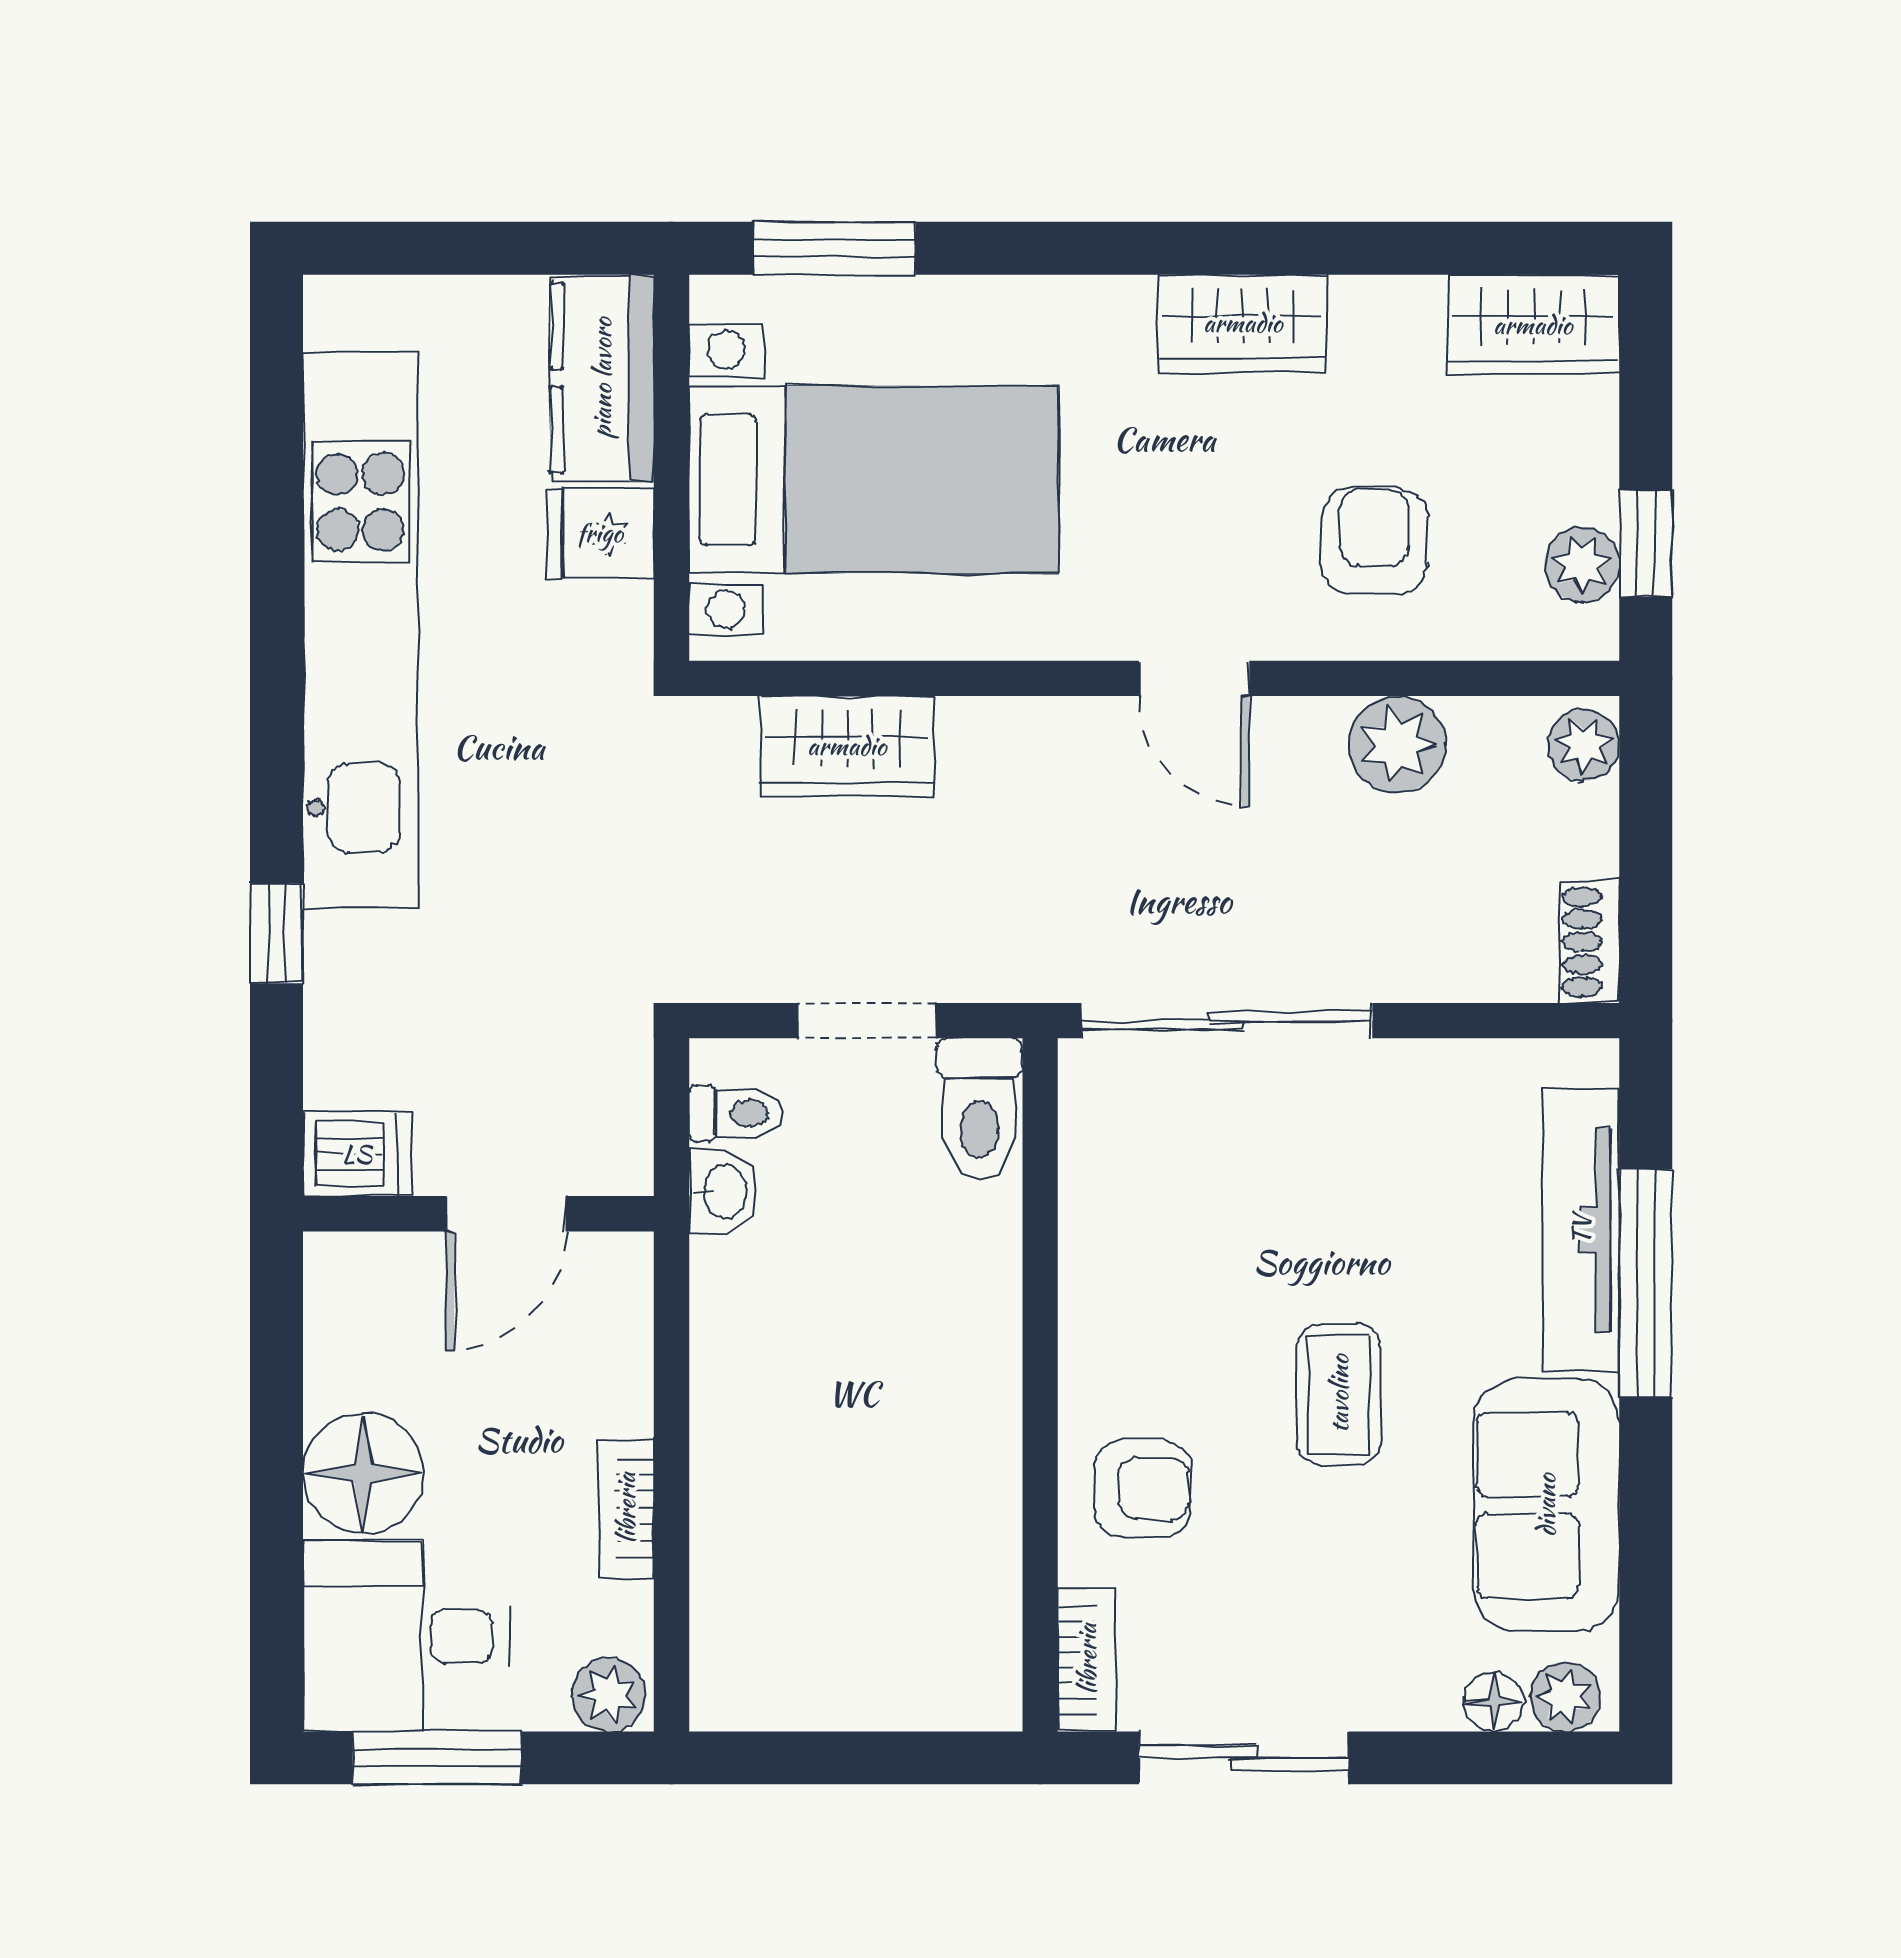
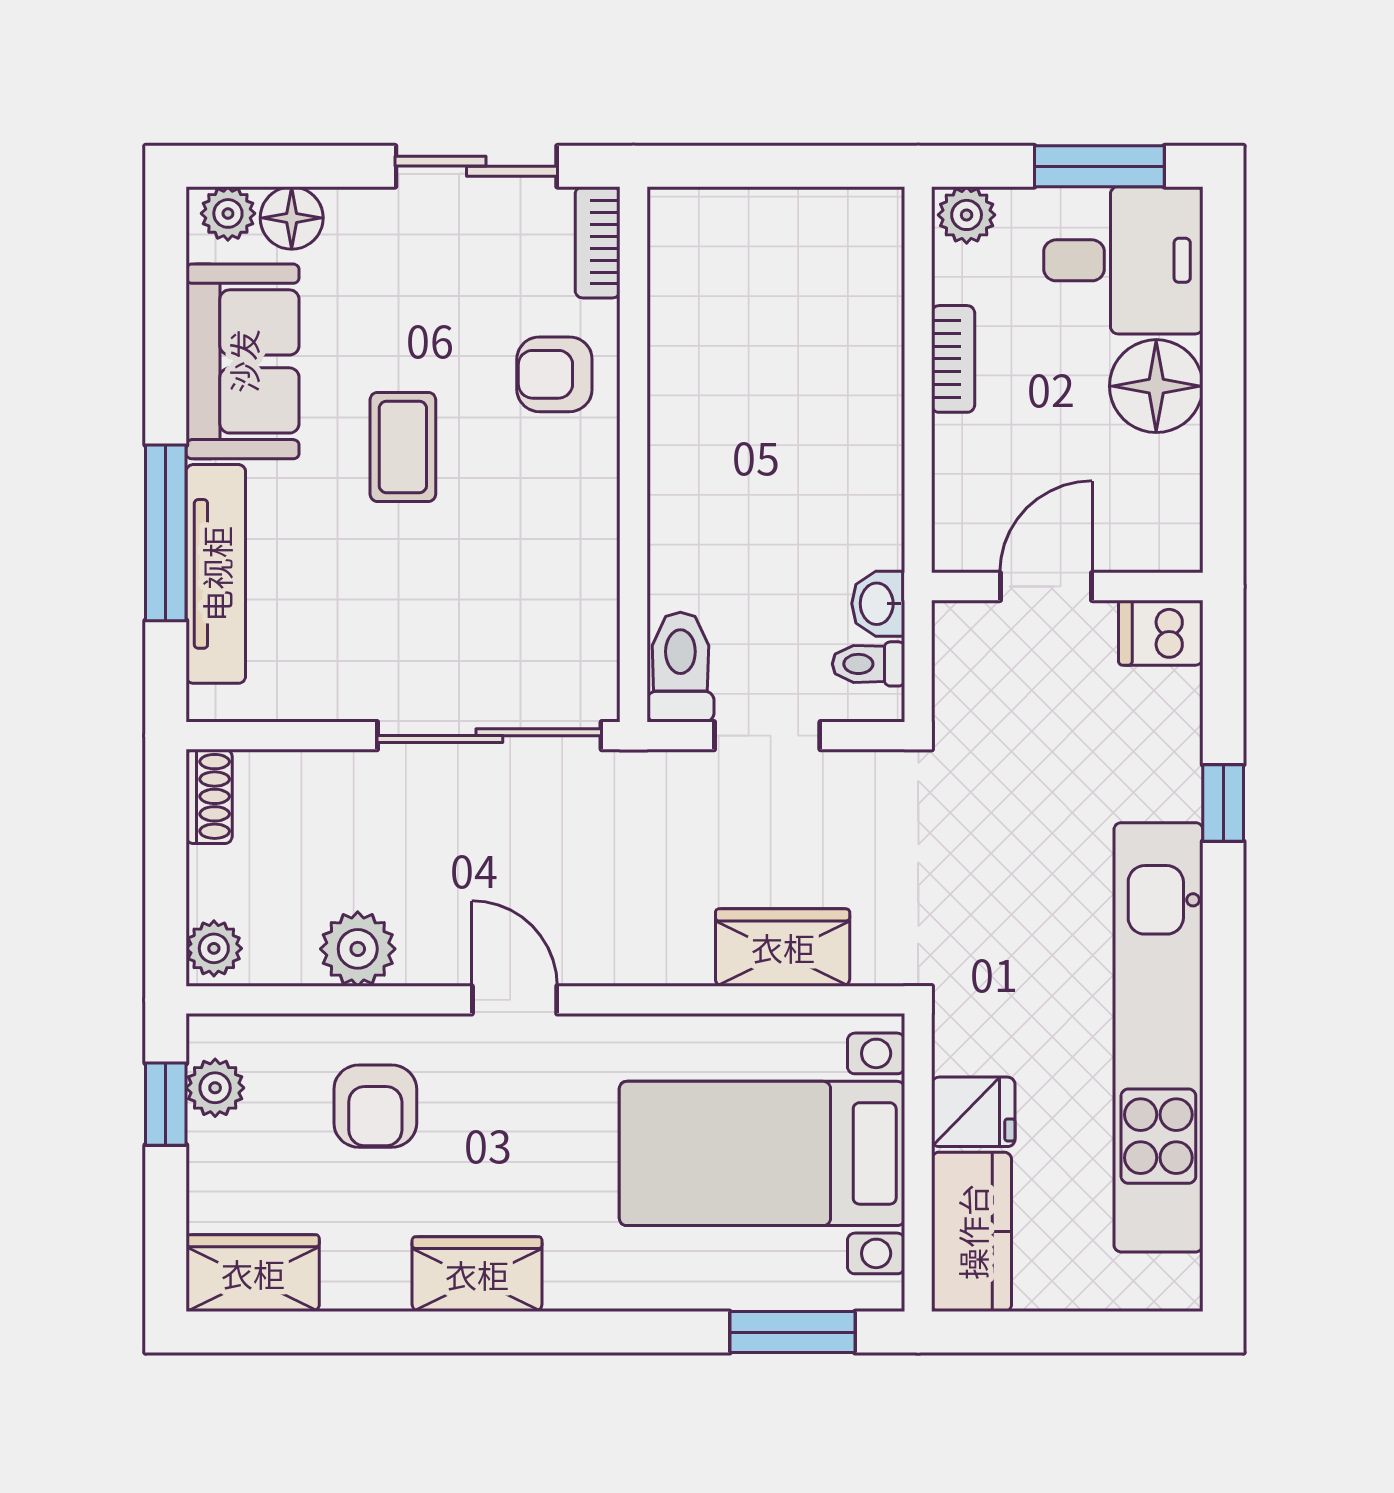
floor lamp: (1494, 1702) -> (292, 218), width x1.37, depth x1.37

